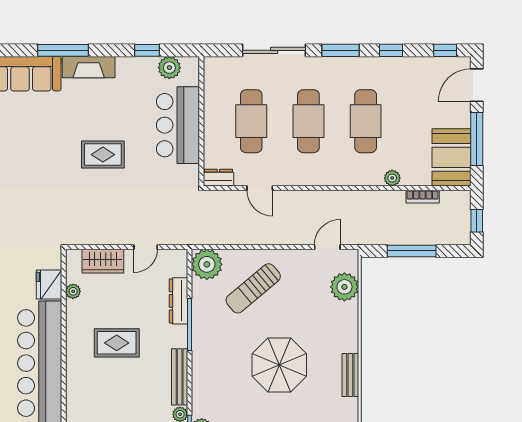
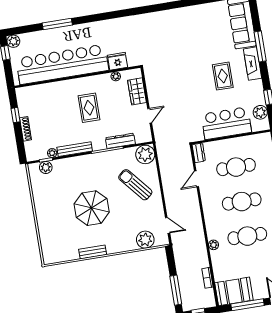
rug: (103, 155) -> (223, 76), moved
plant: (392, 178) -> (214, 245), moved
door: (146, 247) -> (150, 116), swing flipped
window: (412, 251) -> (176, 290), moved

